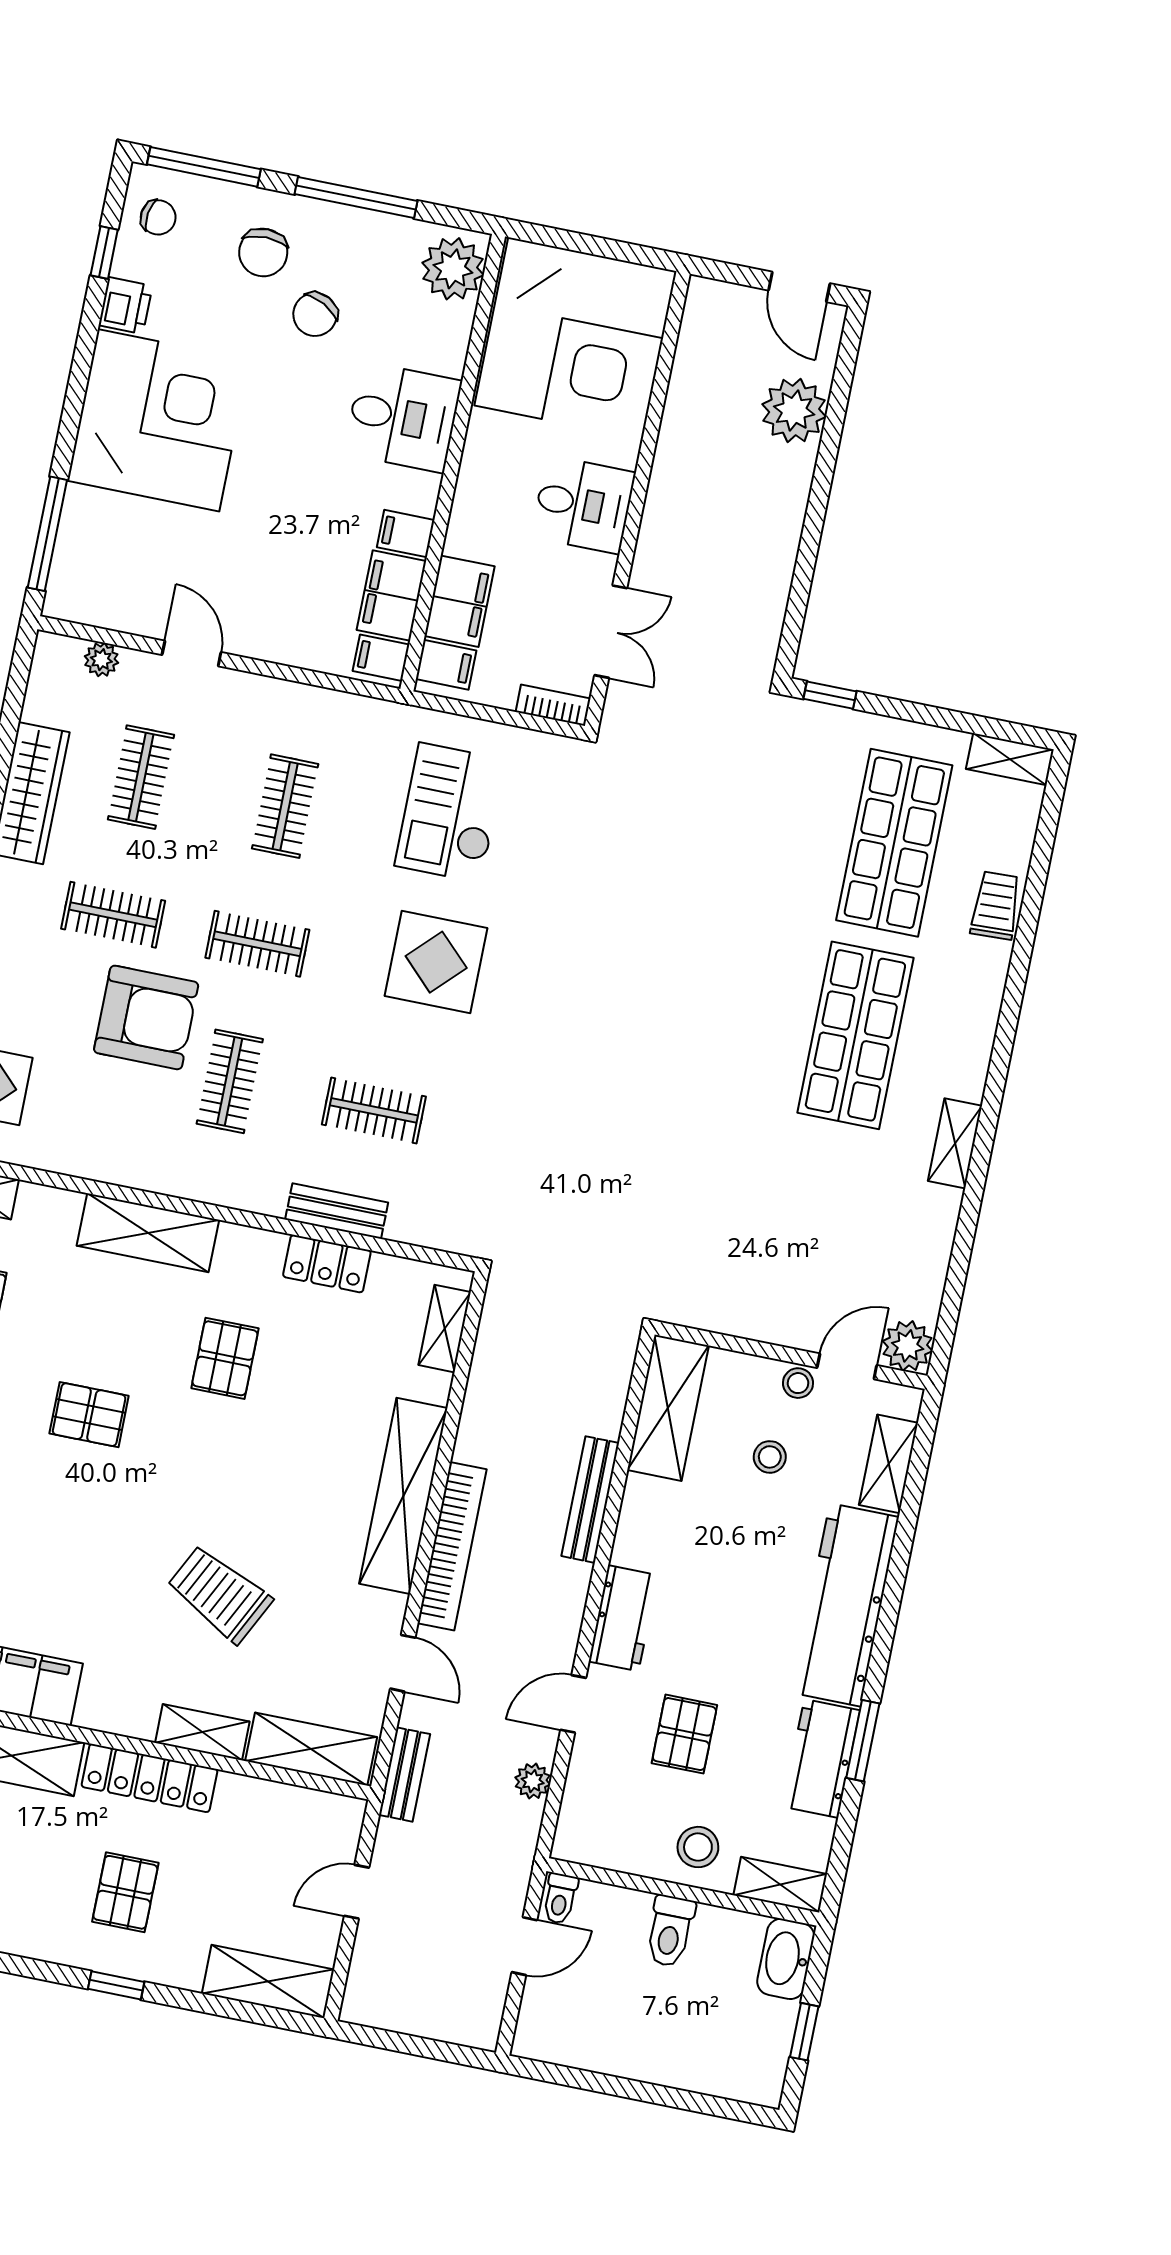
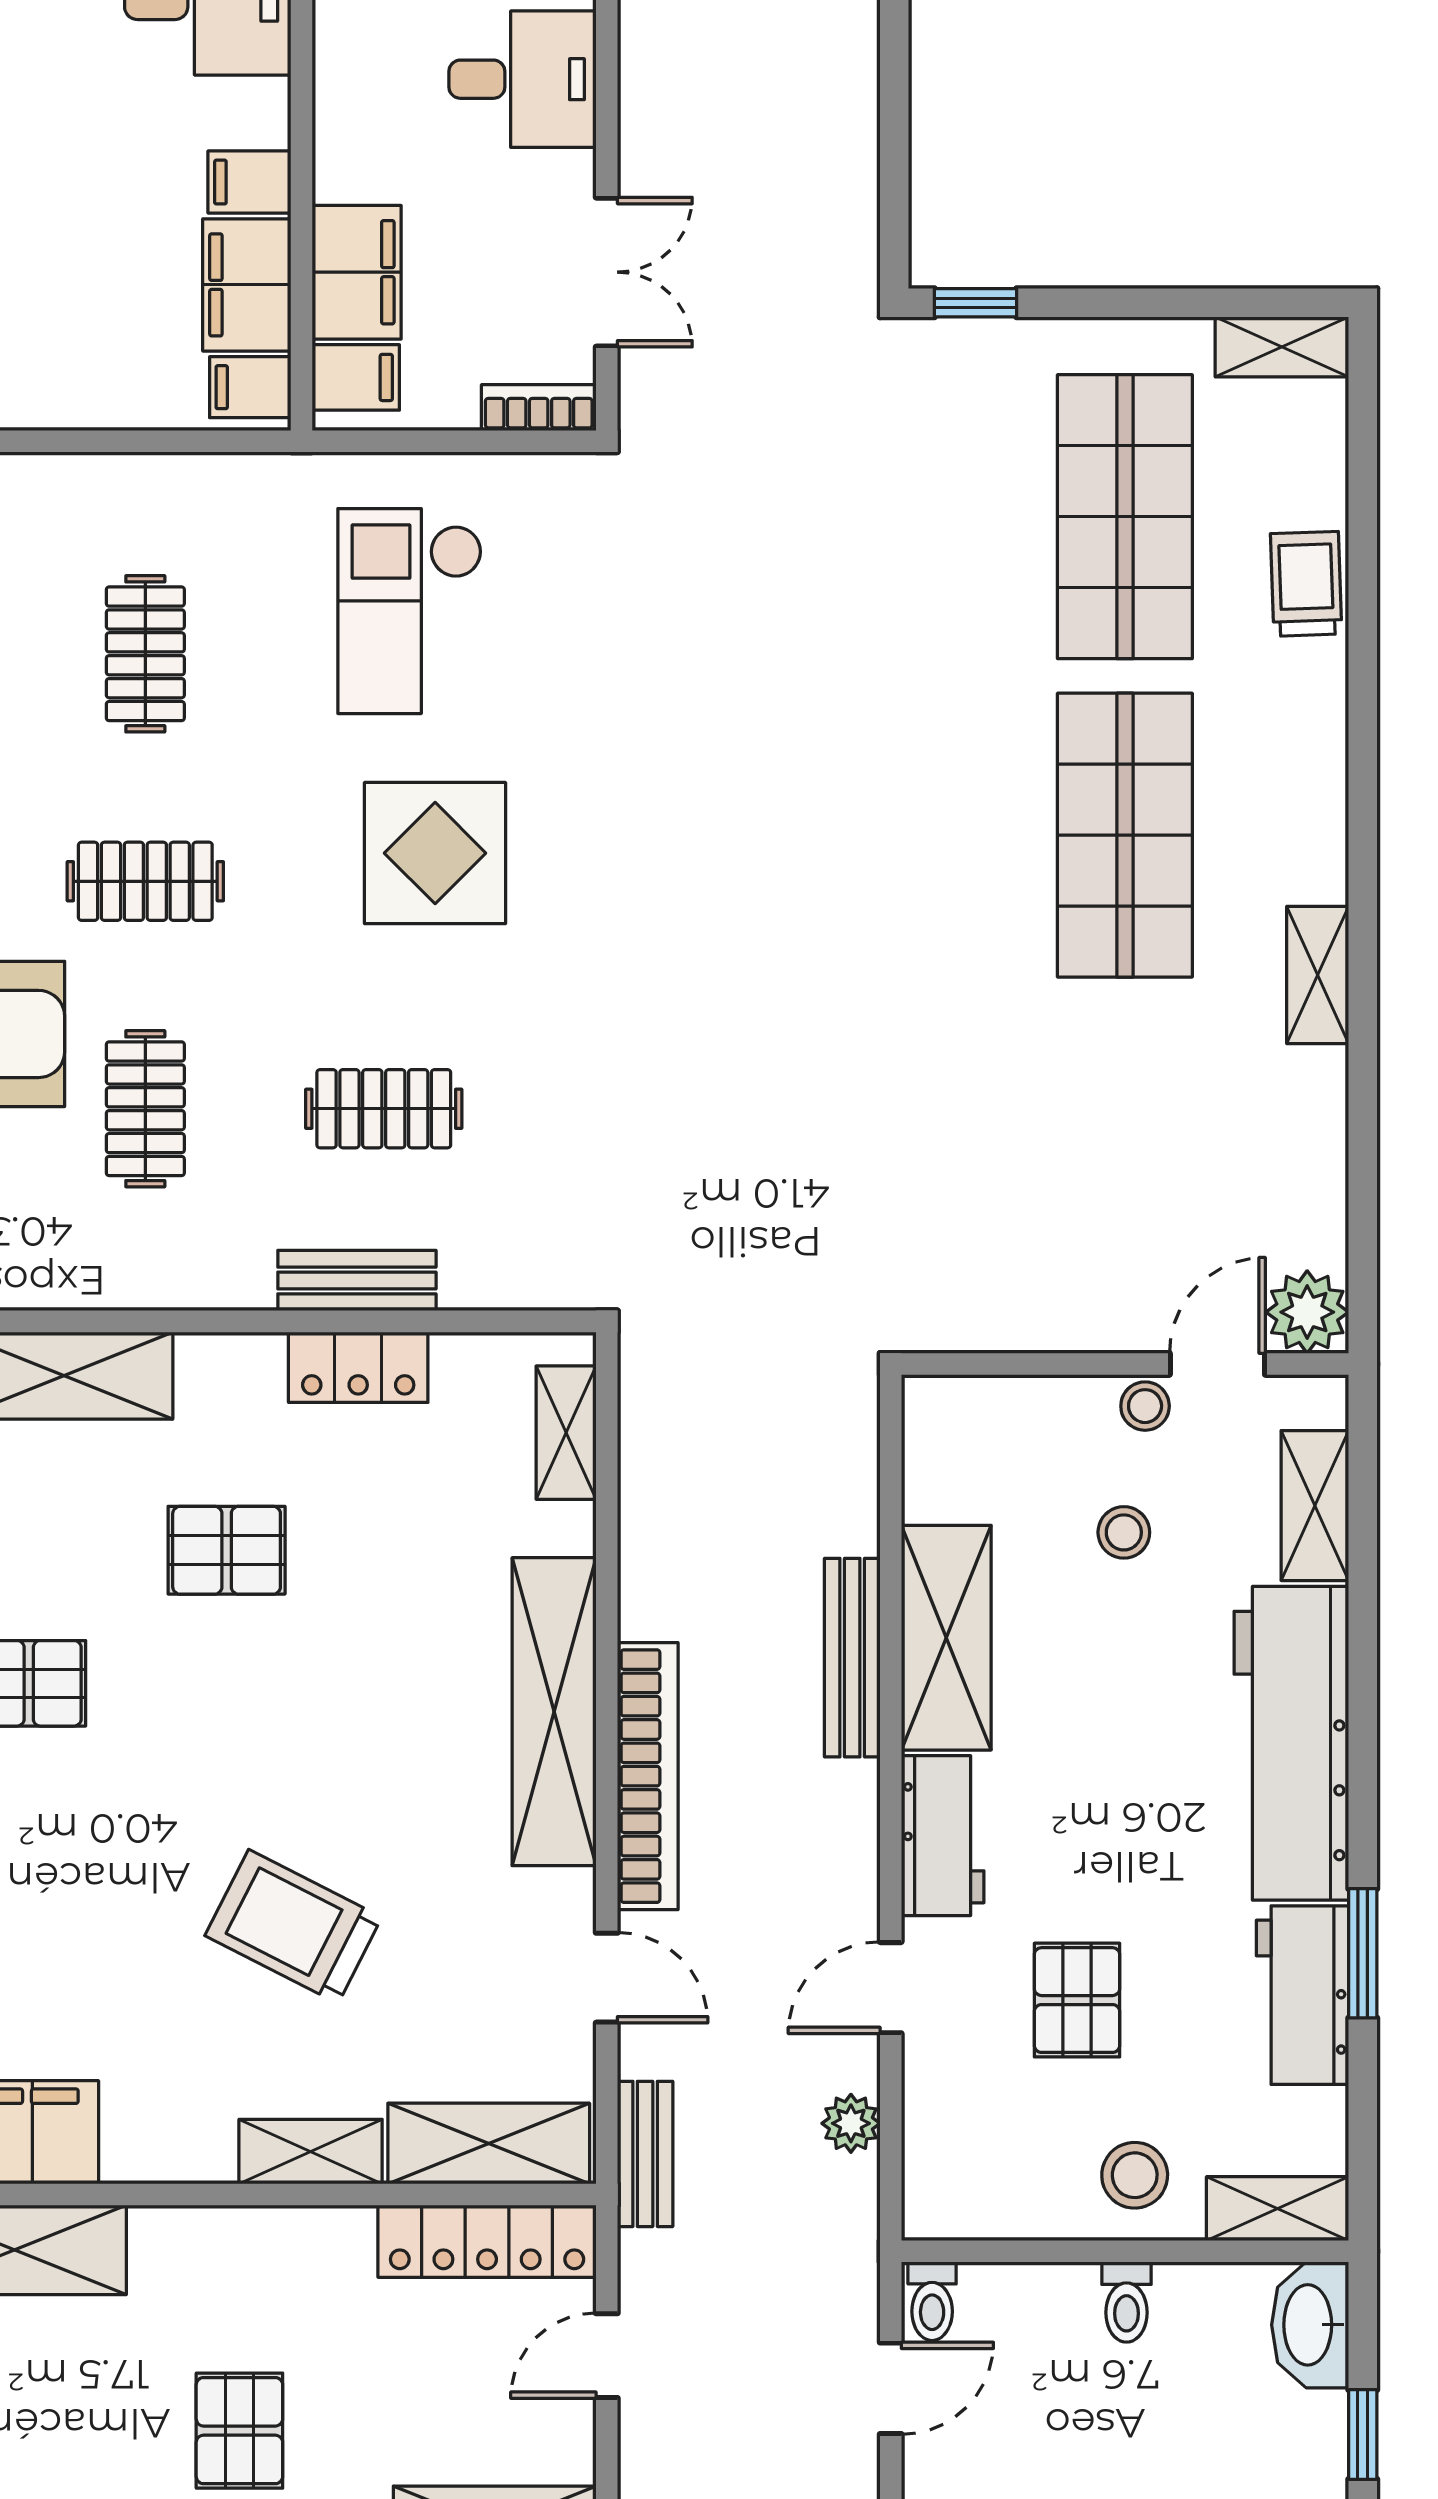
pallet: (225, 1358) -> (227, 1550), turned 90
shelving: (668, 1408) -> (946, 1638), moved
locker: (149, 1778) -> (487, 2241), moved
toilet: (670, 1931) -> (1126, 2302), width x0.73, depth x0.72

